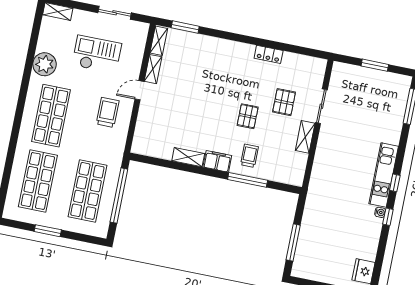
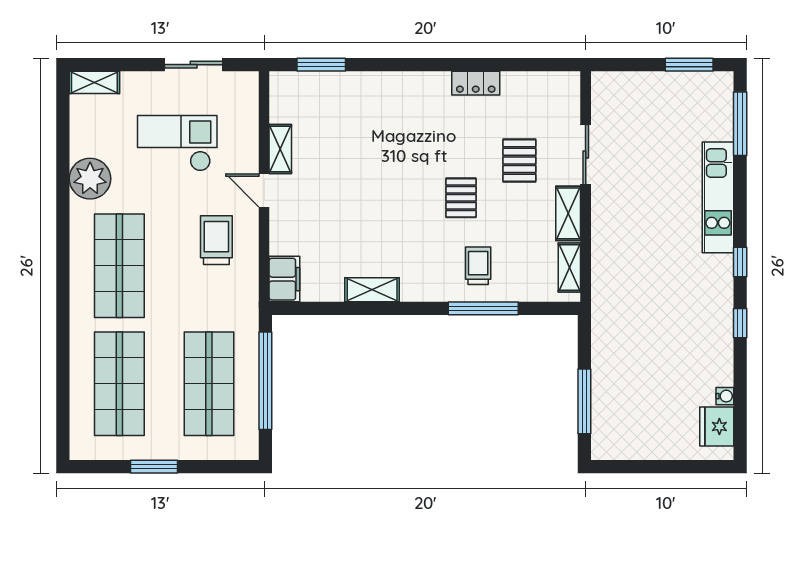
shelving: (159, 41) -> (569, 267), moved
window: (375, 65) -> (689, 65), moved
door: (139, 90) -> (264, 191), hinge flipped
filing cabinet: (217, 161) -> (284, 279), moved, turned 90
kitchen unit: (384, 175) -> (718, 197), moved
water cooler: (380, 212) -> (725, 396), moved

